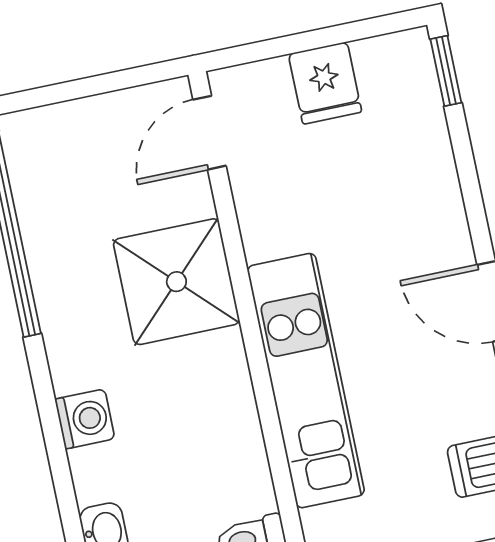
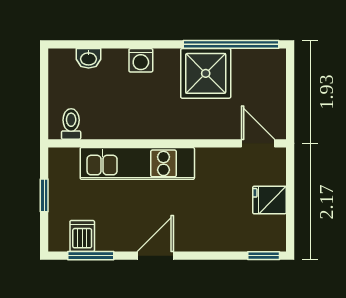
shower: (176, 282) -> (206, 73), moved

